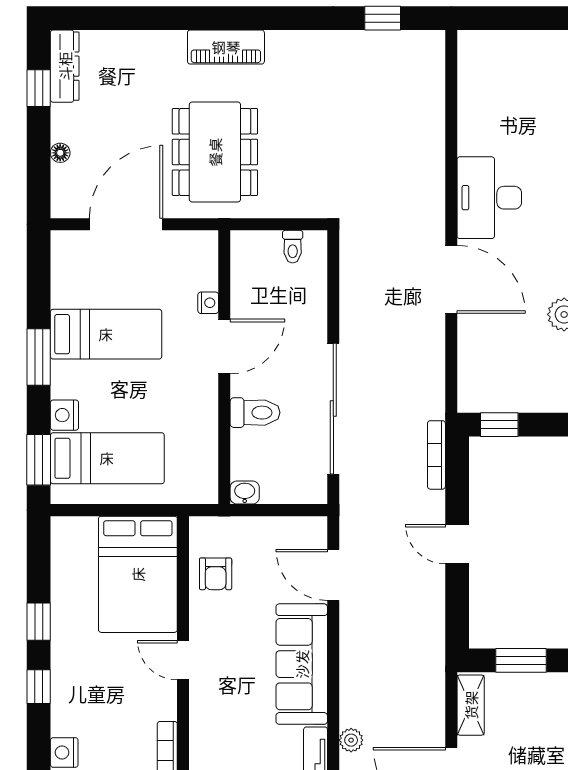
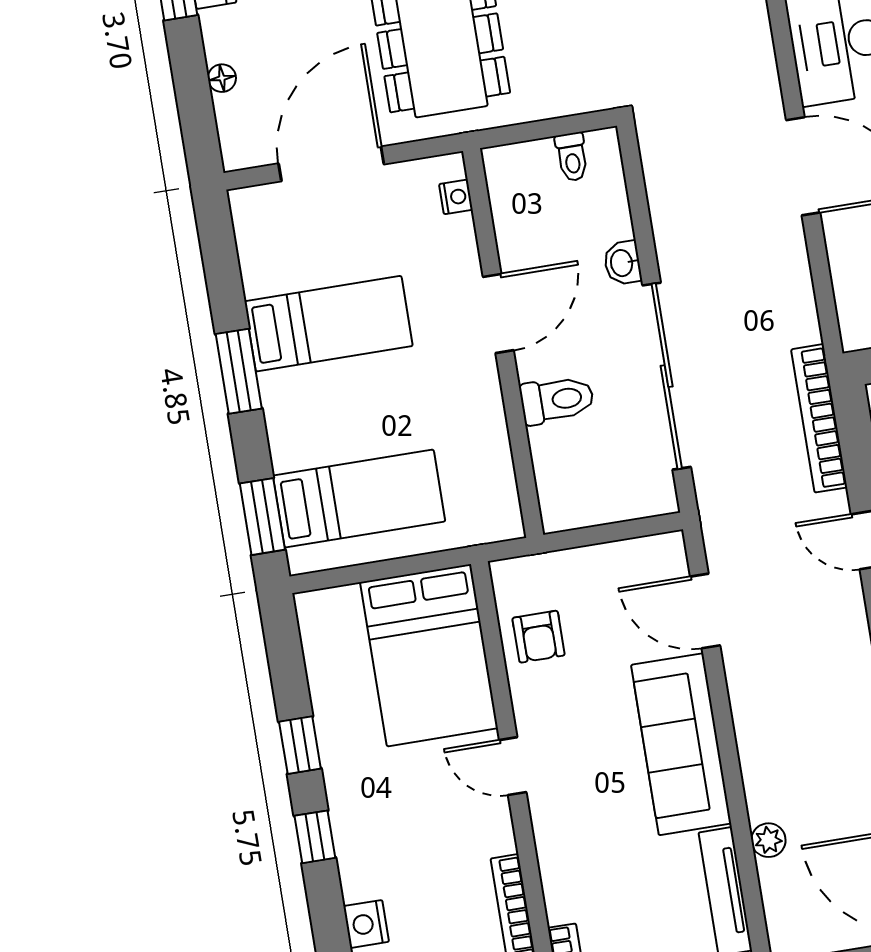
nightstand: (208, 303) -> (456, 197), moved
nightstand: (64, 415) -> (289, 447), removed
bookcase: (436, 455) -> (819, 418), width x1.48, depth x1.31
washbasin: (245, 492) -> (623, 263), moved, turned -90

